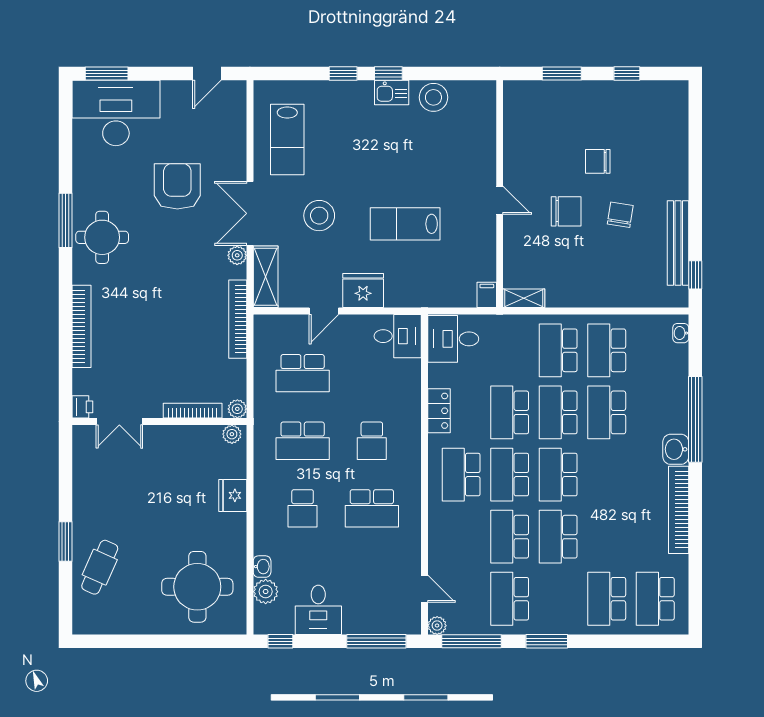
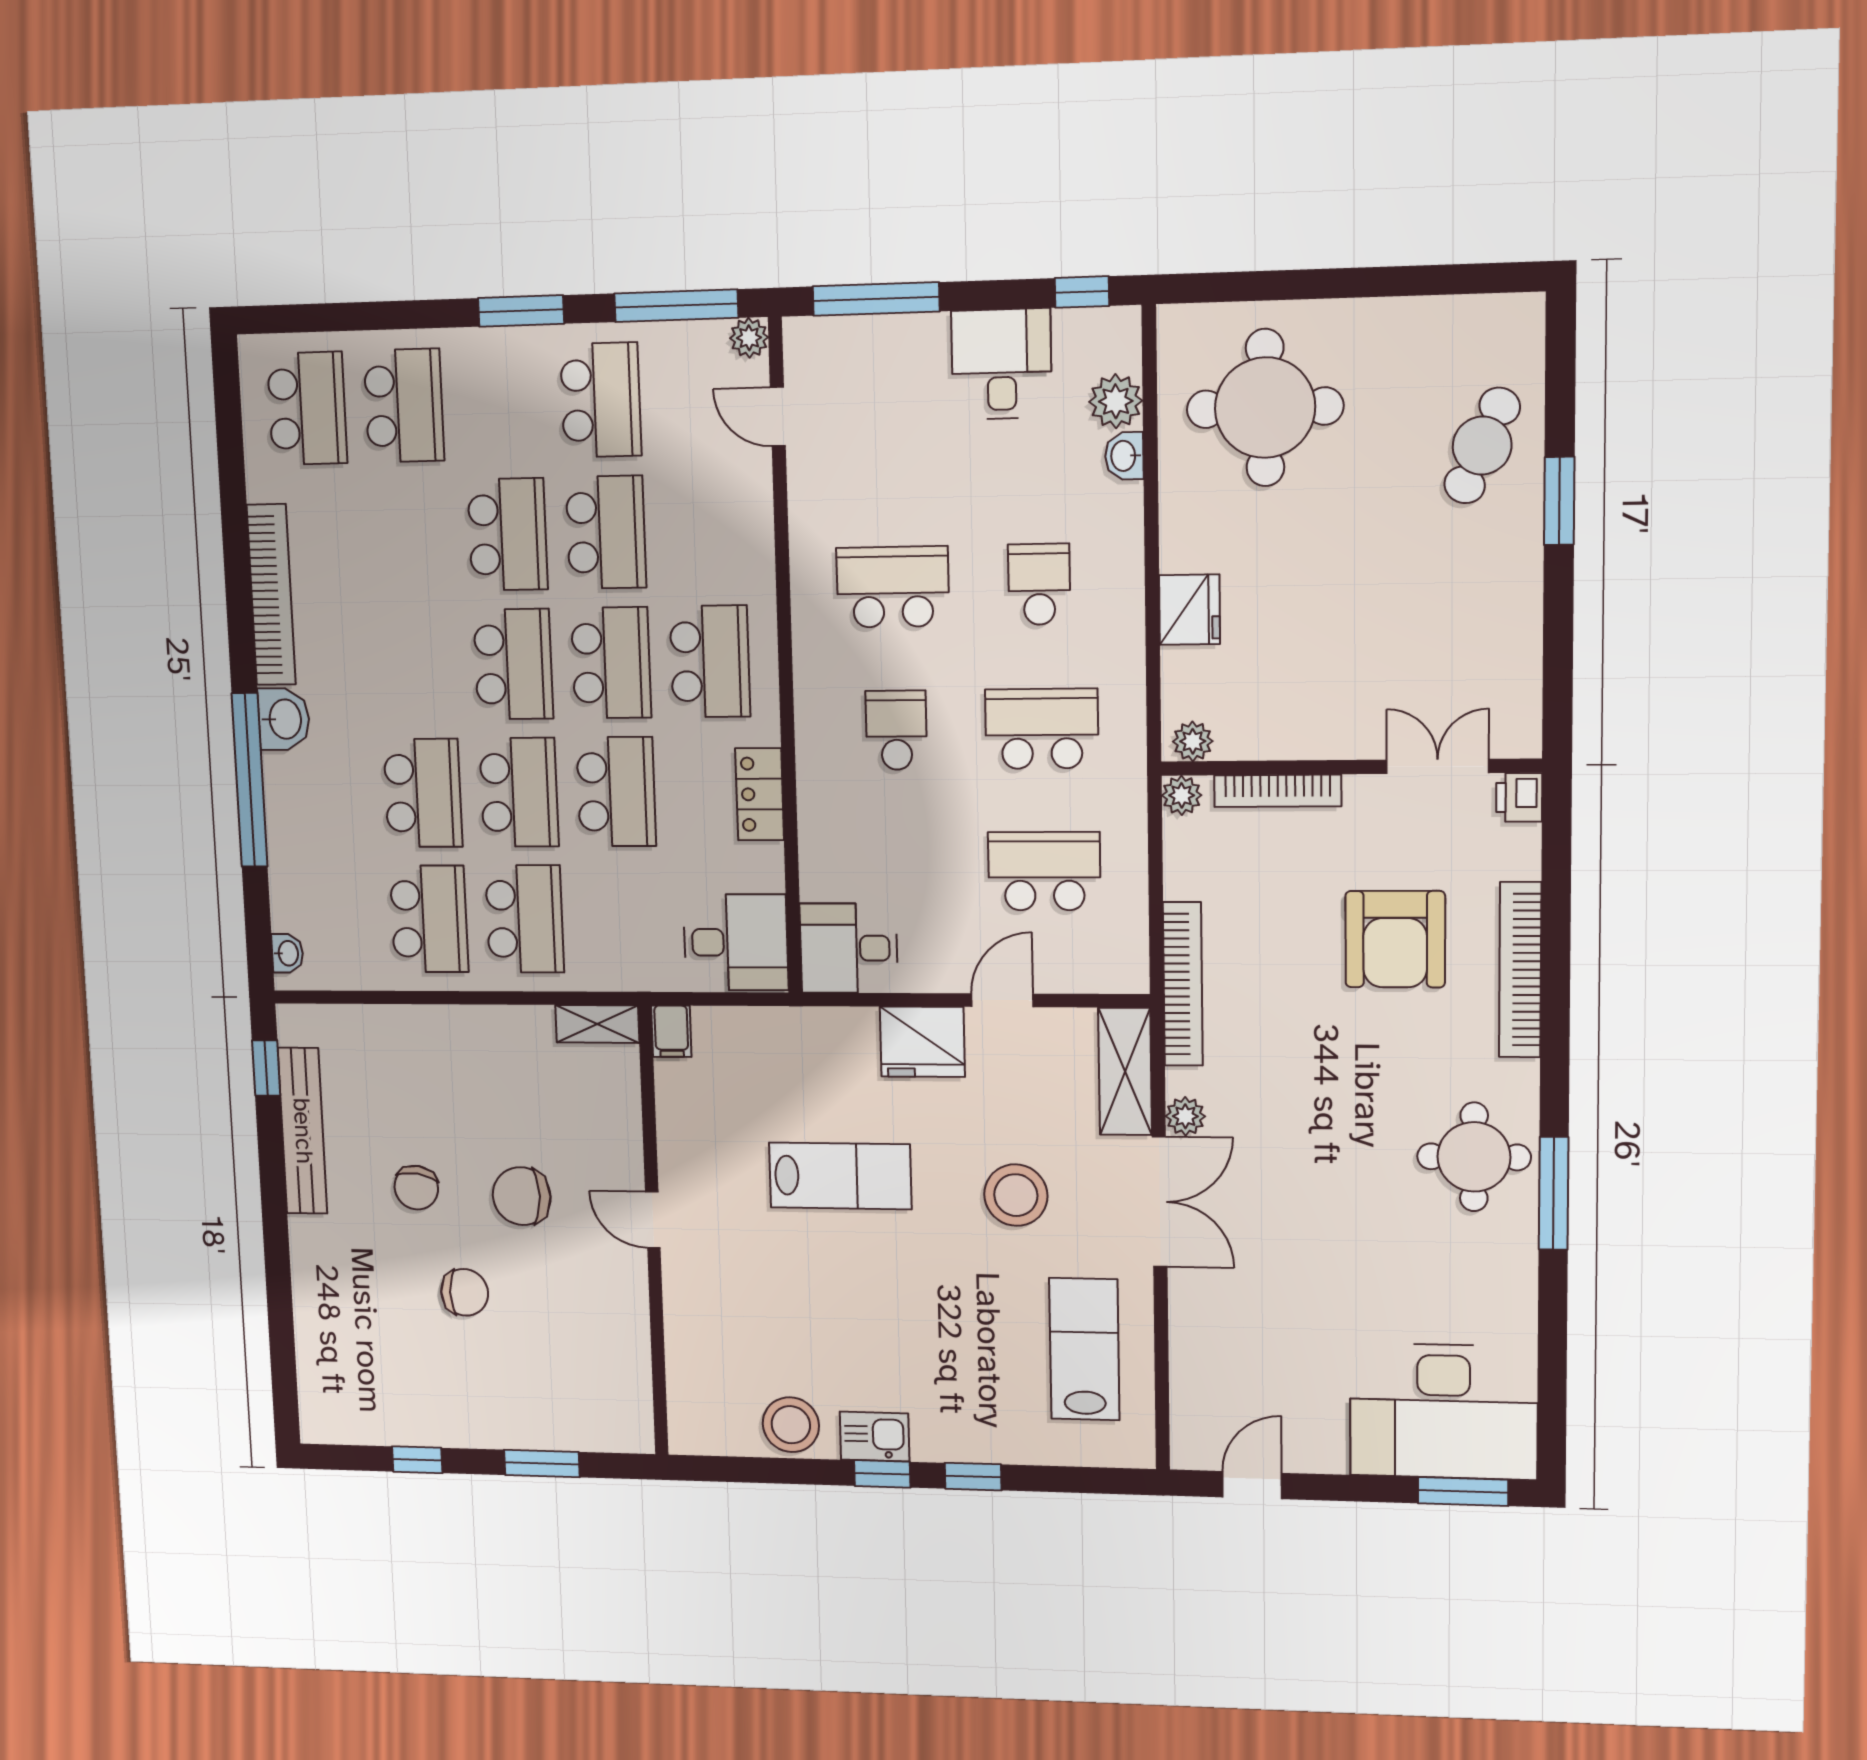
armchair: (177, 186) -> (1395, 939), moved

